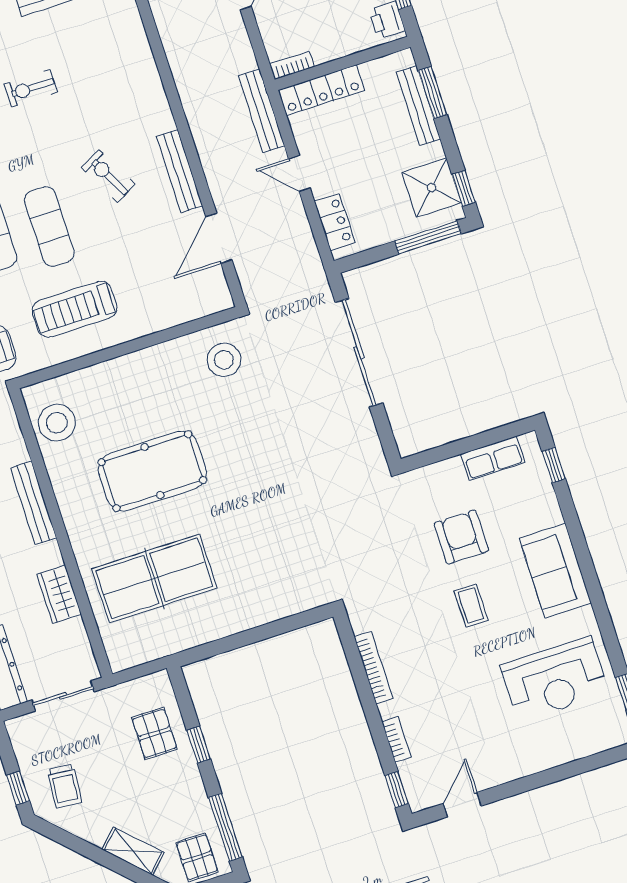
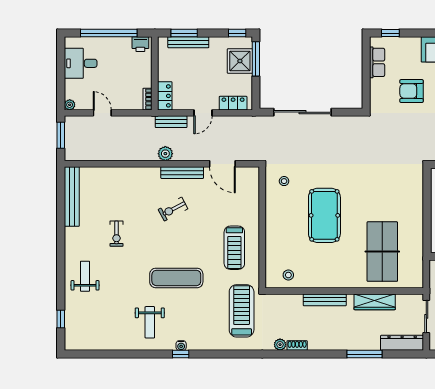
locker: (321, 90) -> (165, 96), width x0.66
bench: (262, 111) -> (171, 122), width x0.73
plant: (204, 129) -> (165, 154), added
shower: (432, 188) -> (240, 61), moved
exercise mat: (49, 227) -> (189, 247), removed
stool: (224, 360) -> (284, 181), width x0.53, depth x0.53
stool: (57, 423) -> (288, 275), width x0.53, depth x0.53
pool table: (152, 471) -> (324, 215), moved
wardrobe: (59, 594) -> (375, 302), width x1.50

